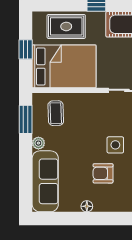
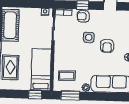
window: (26, 49) -> (35, 95), moved
bed: (64, 66) -> (41, 70), width x0.67

